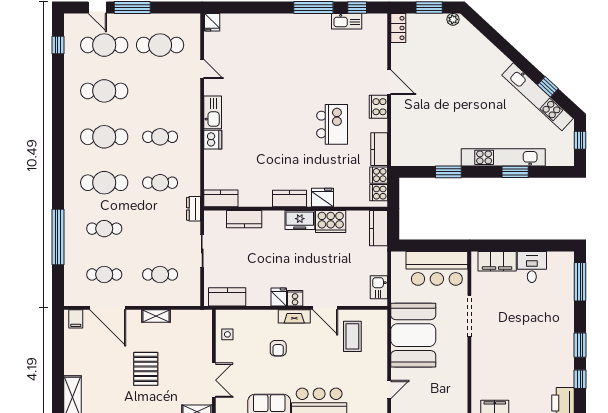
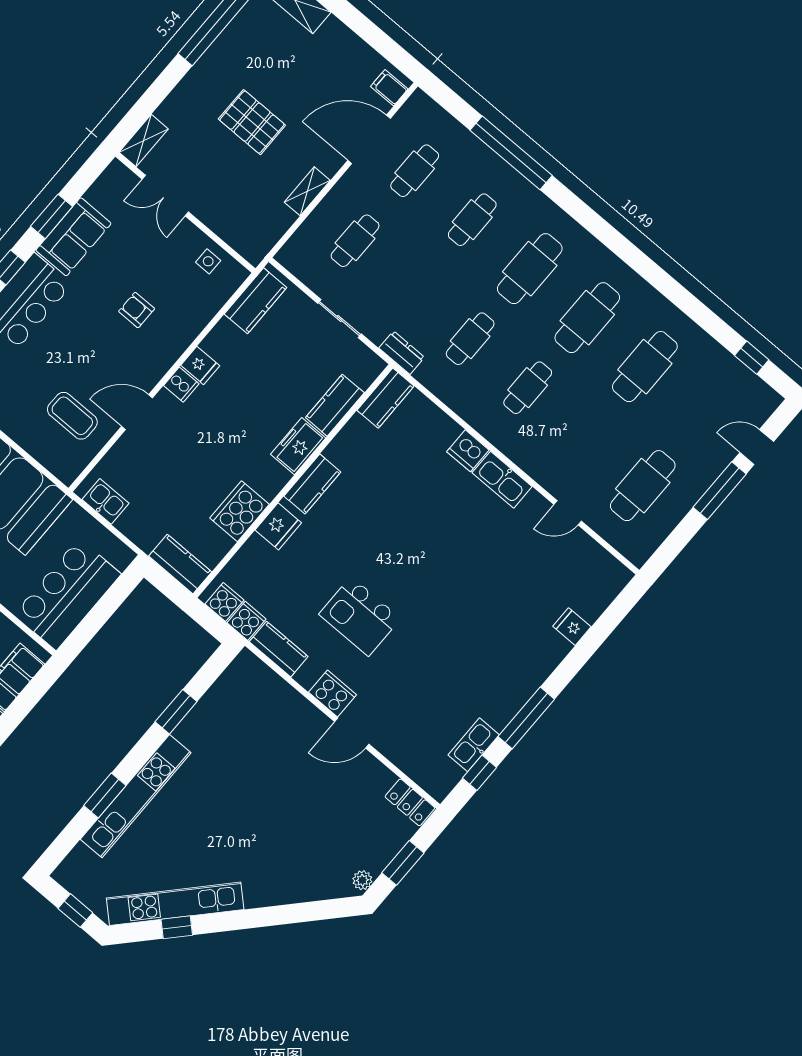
fridge: (212, 22) -> (572, 627), moved
cafe table: (104, 45) -> (702, 416), removed
freezer: (300, 220) -> (298, 446), moved
fireplace: (294, 316) -> (159, 364), removed

